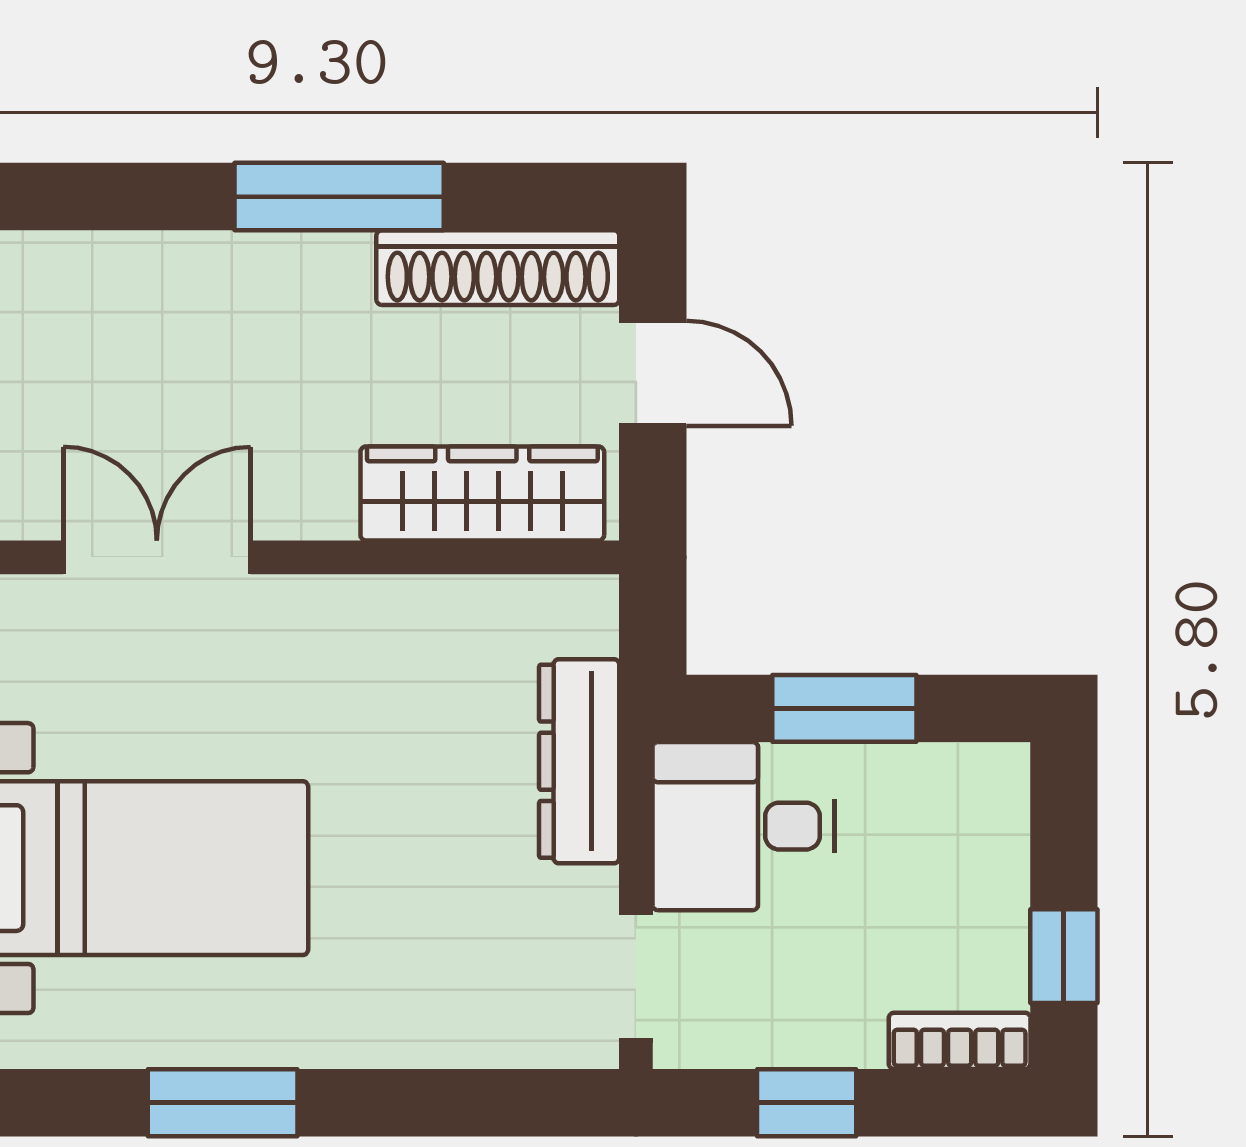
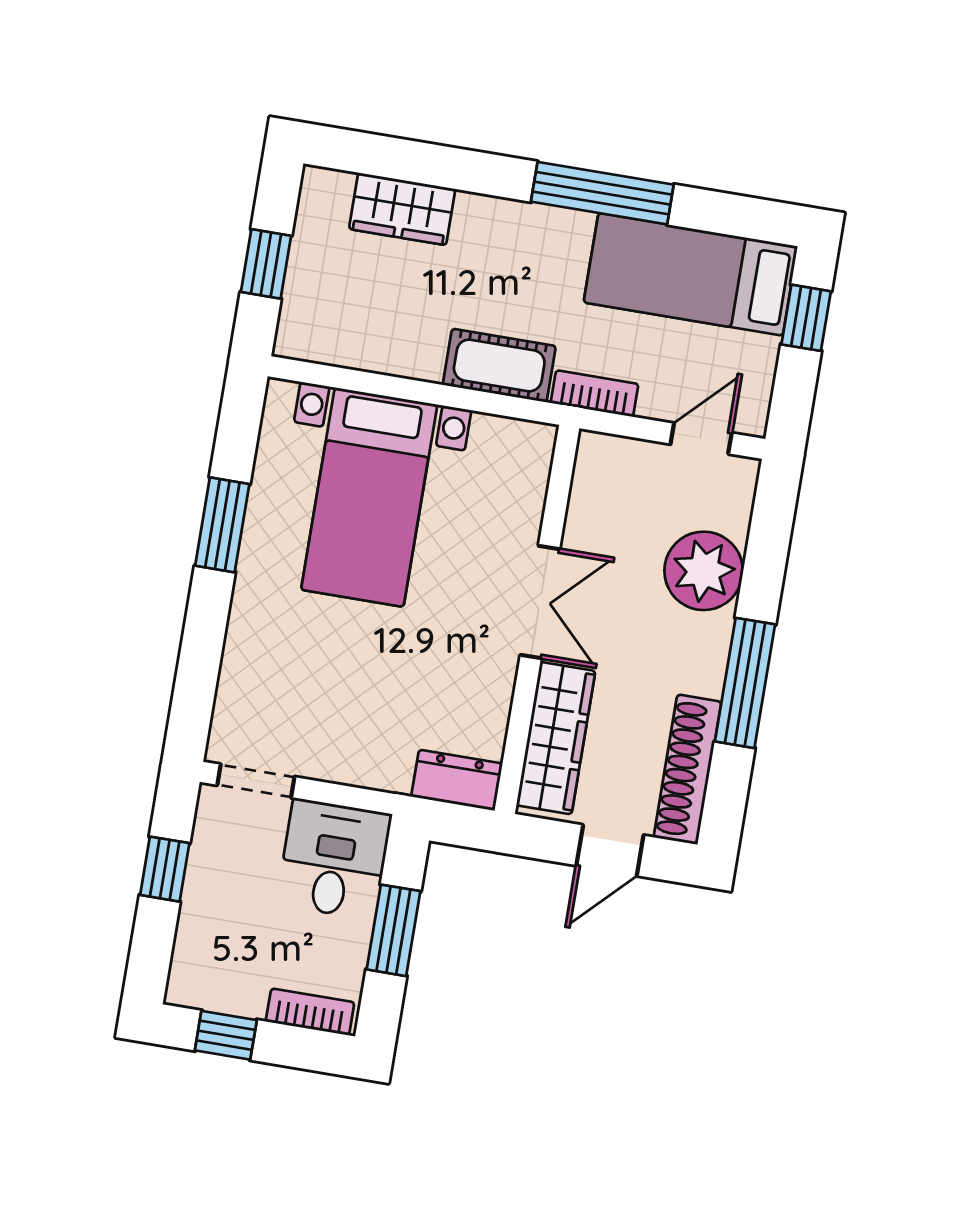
plant: (166, 296) -> (704, 571), added
double door: (157, 557) -> (540, 602), moved
dresser: (579, 761) -> (457, 780), moved, width x0.70
bookcase: (960, 1041) -> (310, 1012), moved, turned -90

